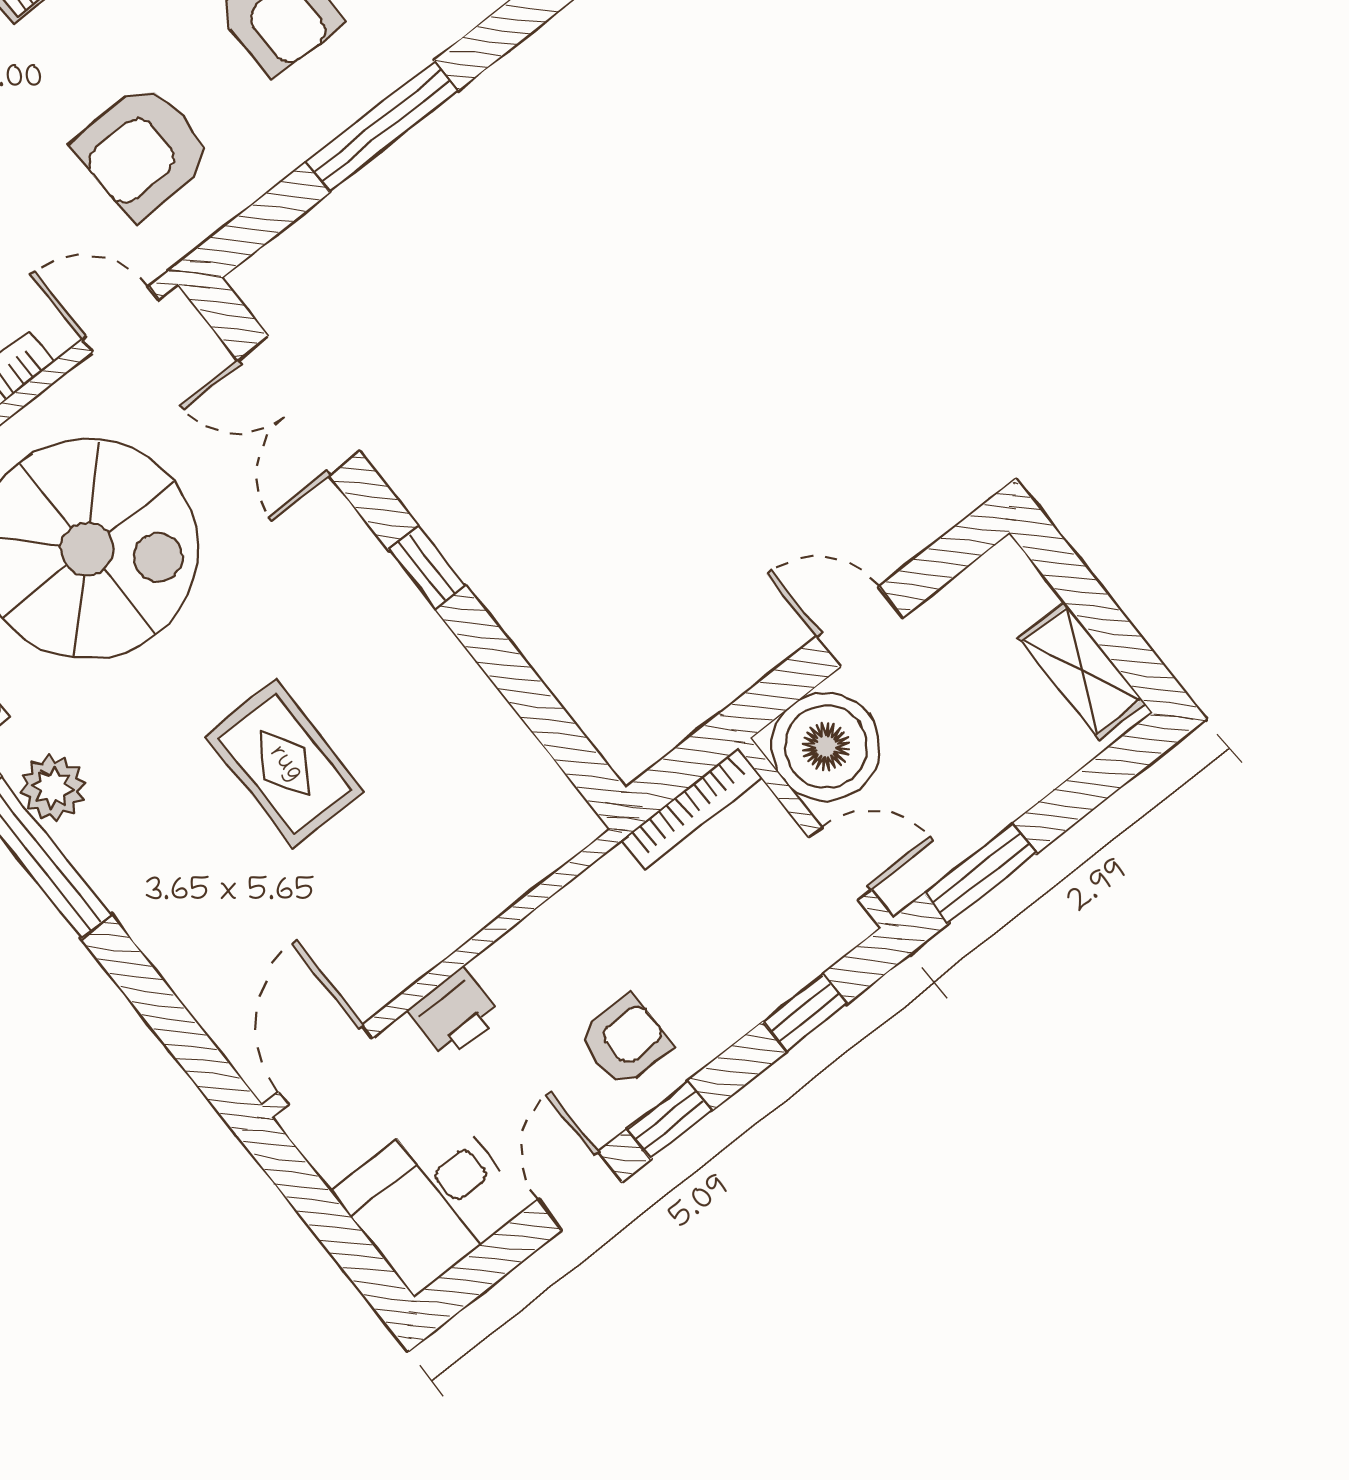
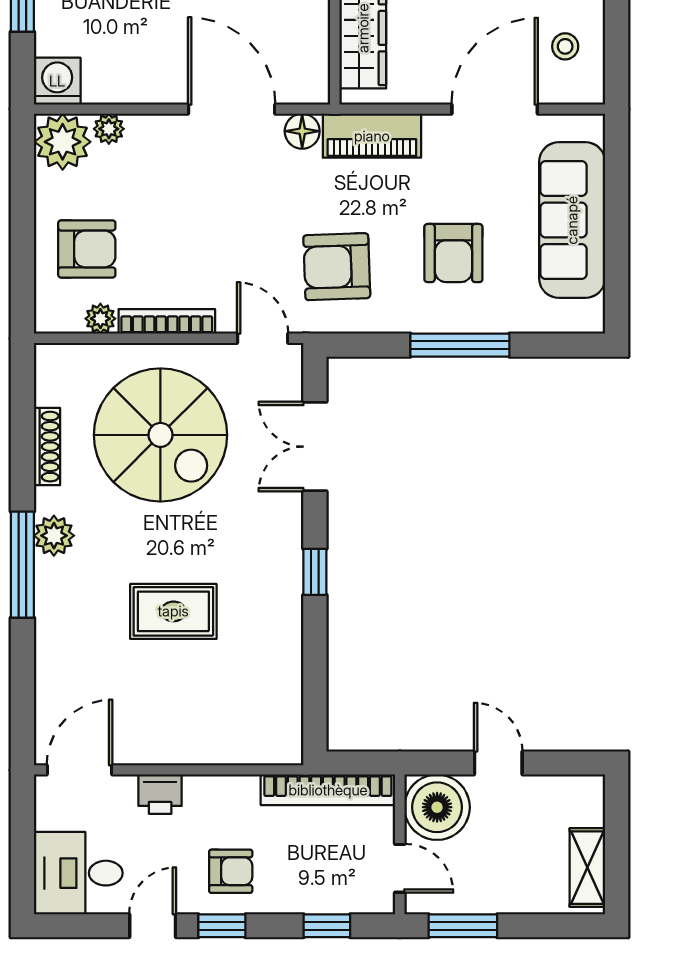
rug: (285, 764) -> (173, 611), turned 90
bookcase: (691, 809) -> (328, 790), width x1.48, depth x1.31

